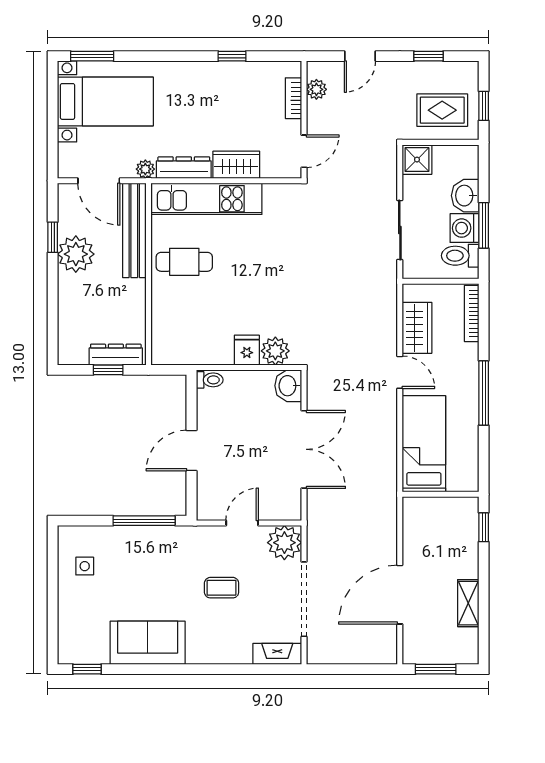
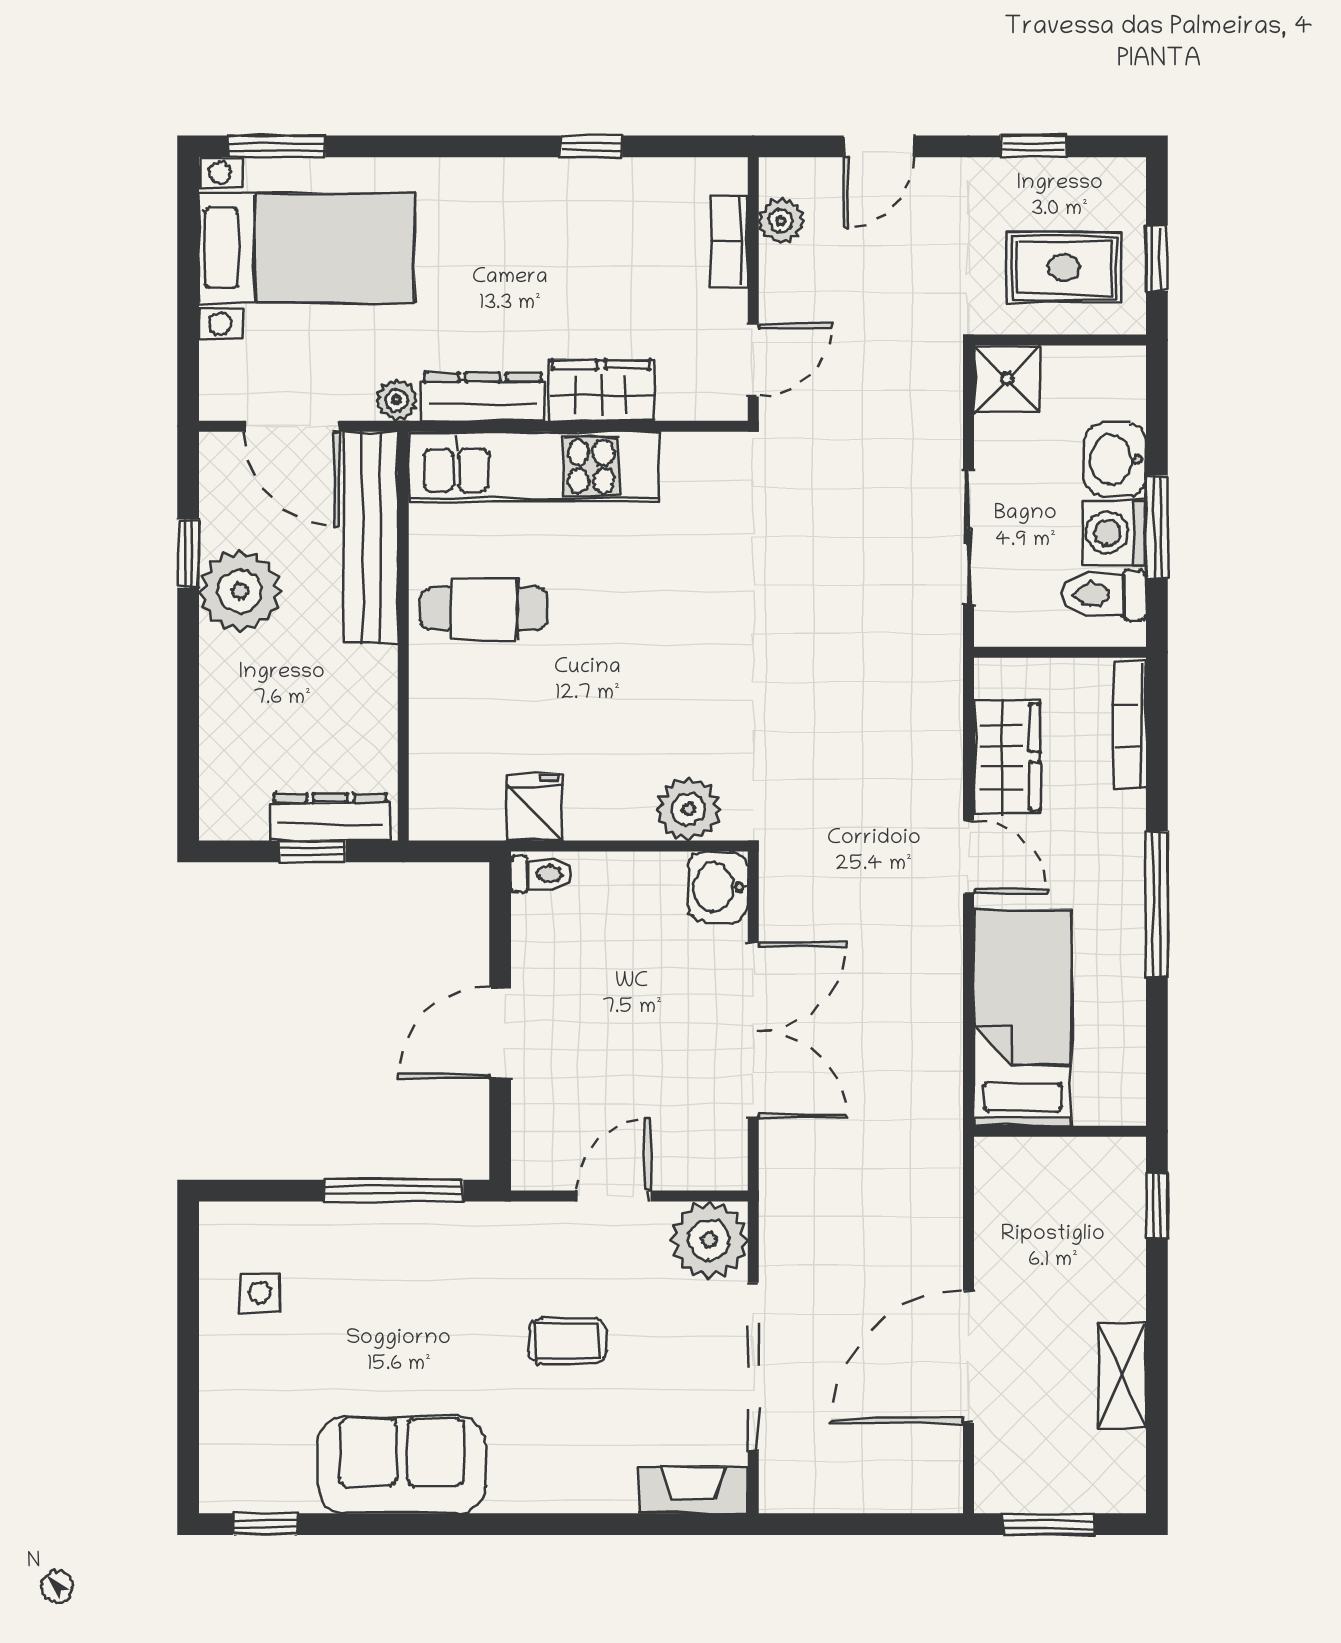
fridge: (247, 350) -> (535, 807), moved

